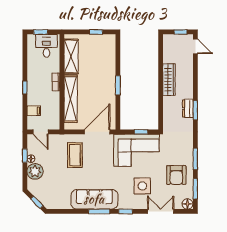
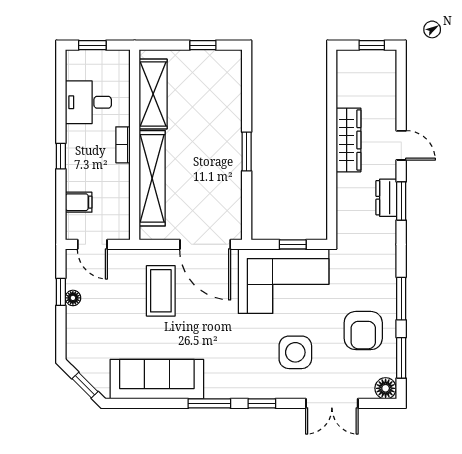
desk: (46, 46) -> (88, 102), moved, turned -90
door: (195, 46) -> (401, 145), moved
door: (97, 132) -> (205, 244), swing flipped
plant: (35, 171) -> (81, 323), removed
sofa: (94, 199) -> (157, 379), moved
double door: (161, 211) -> (332, 403), swing flipped

